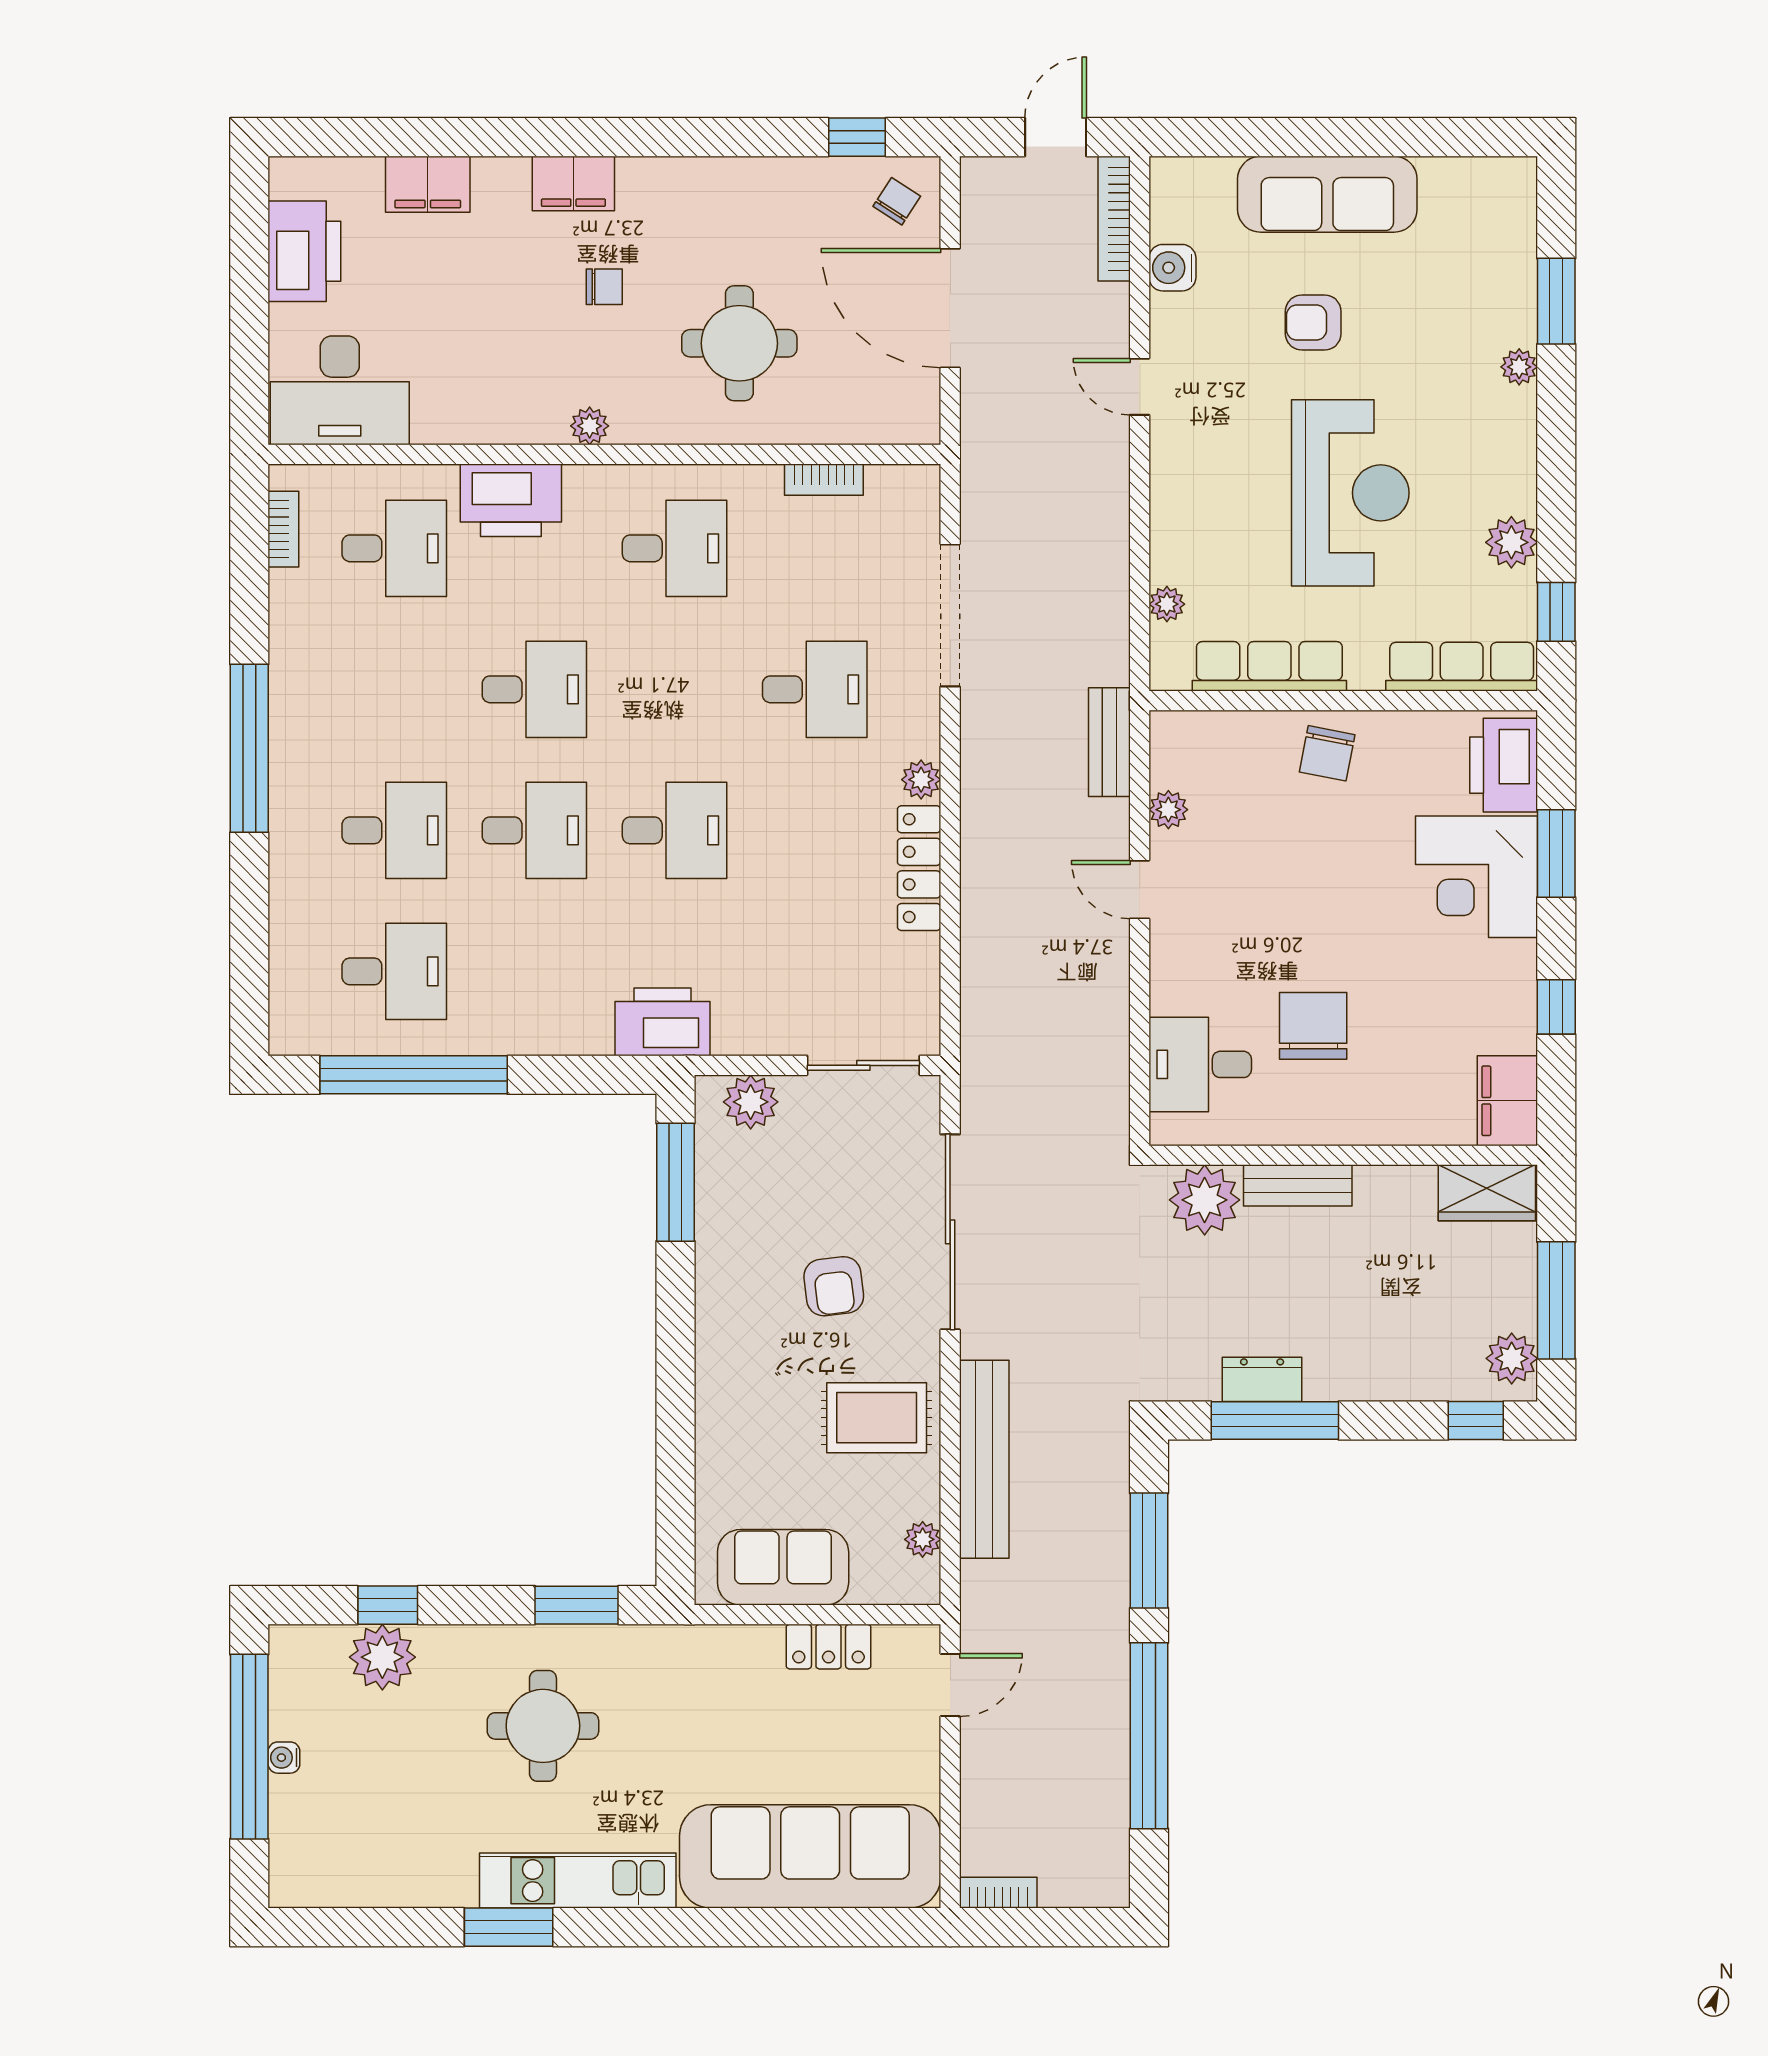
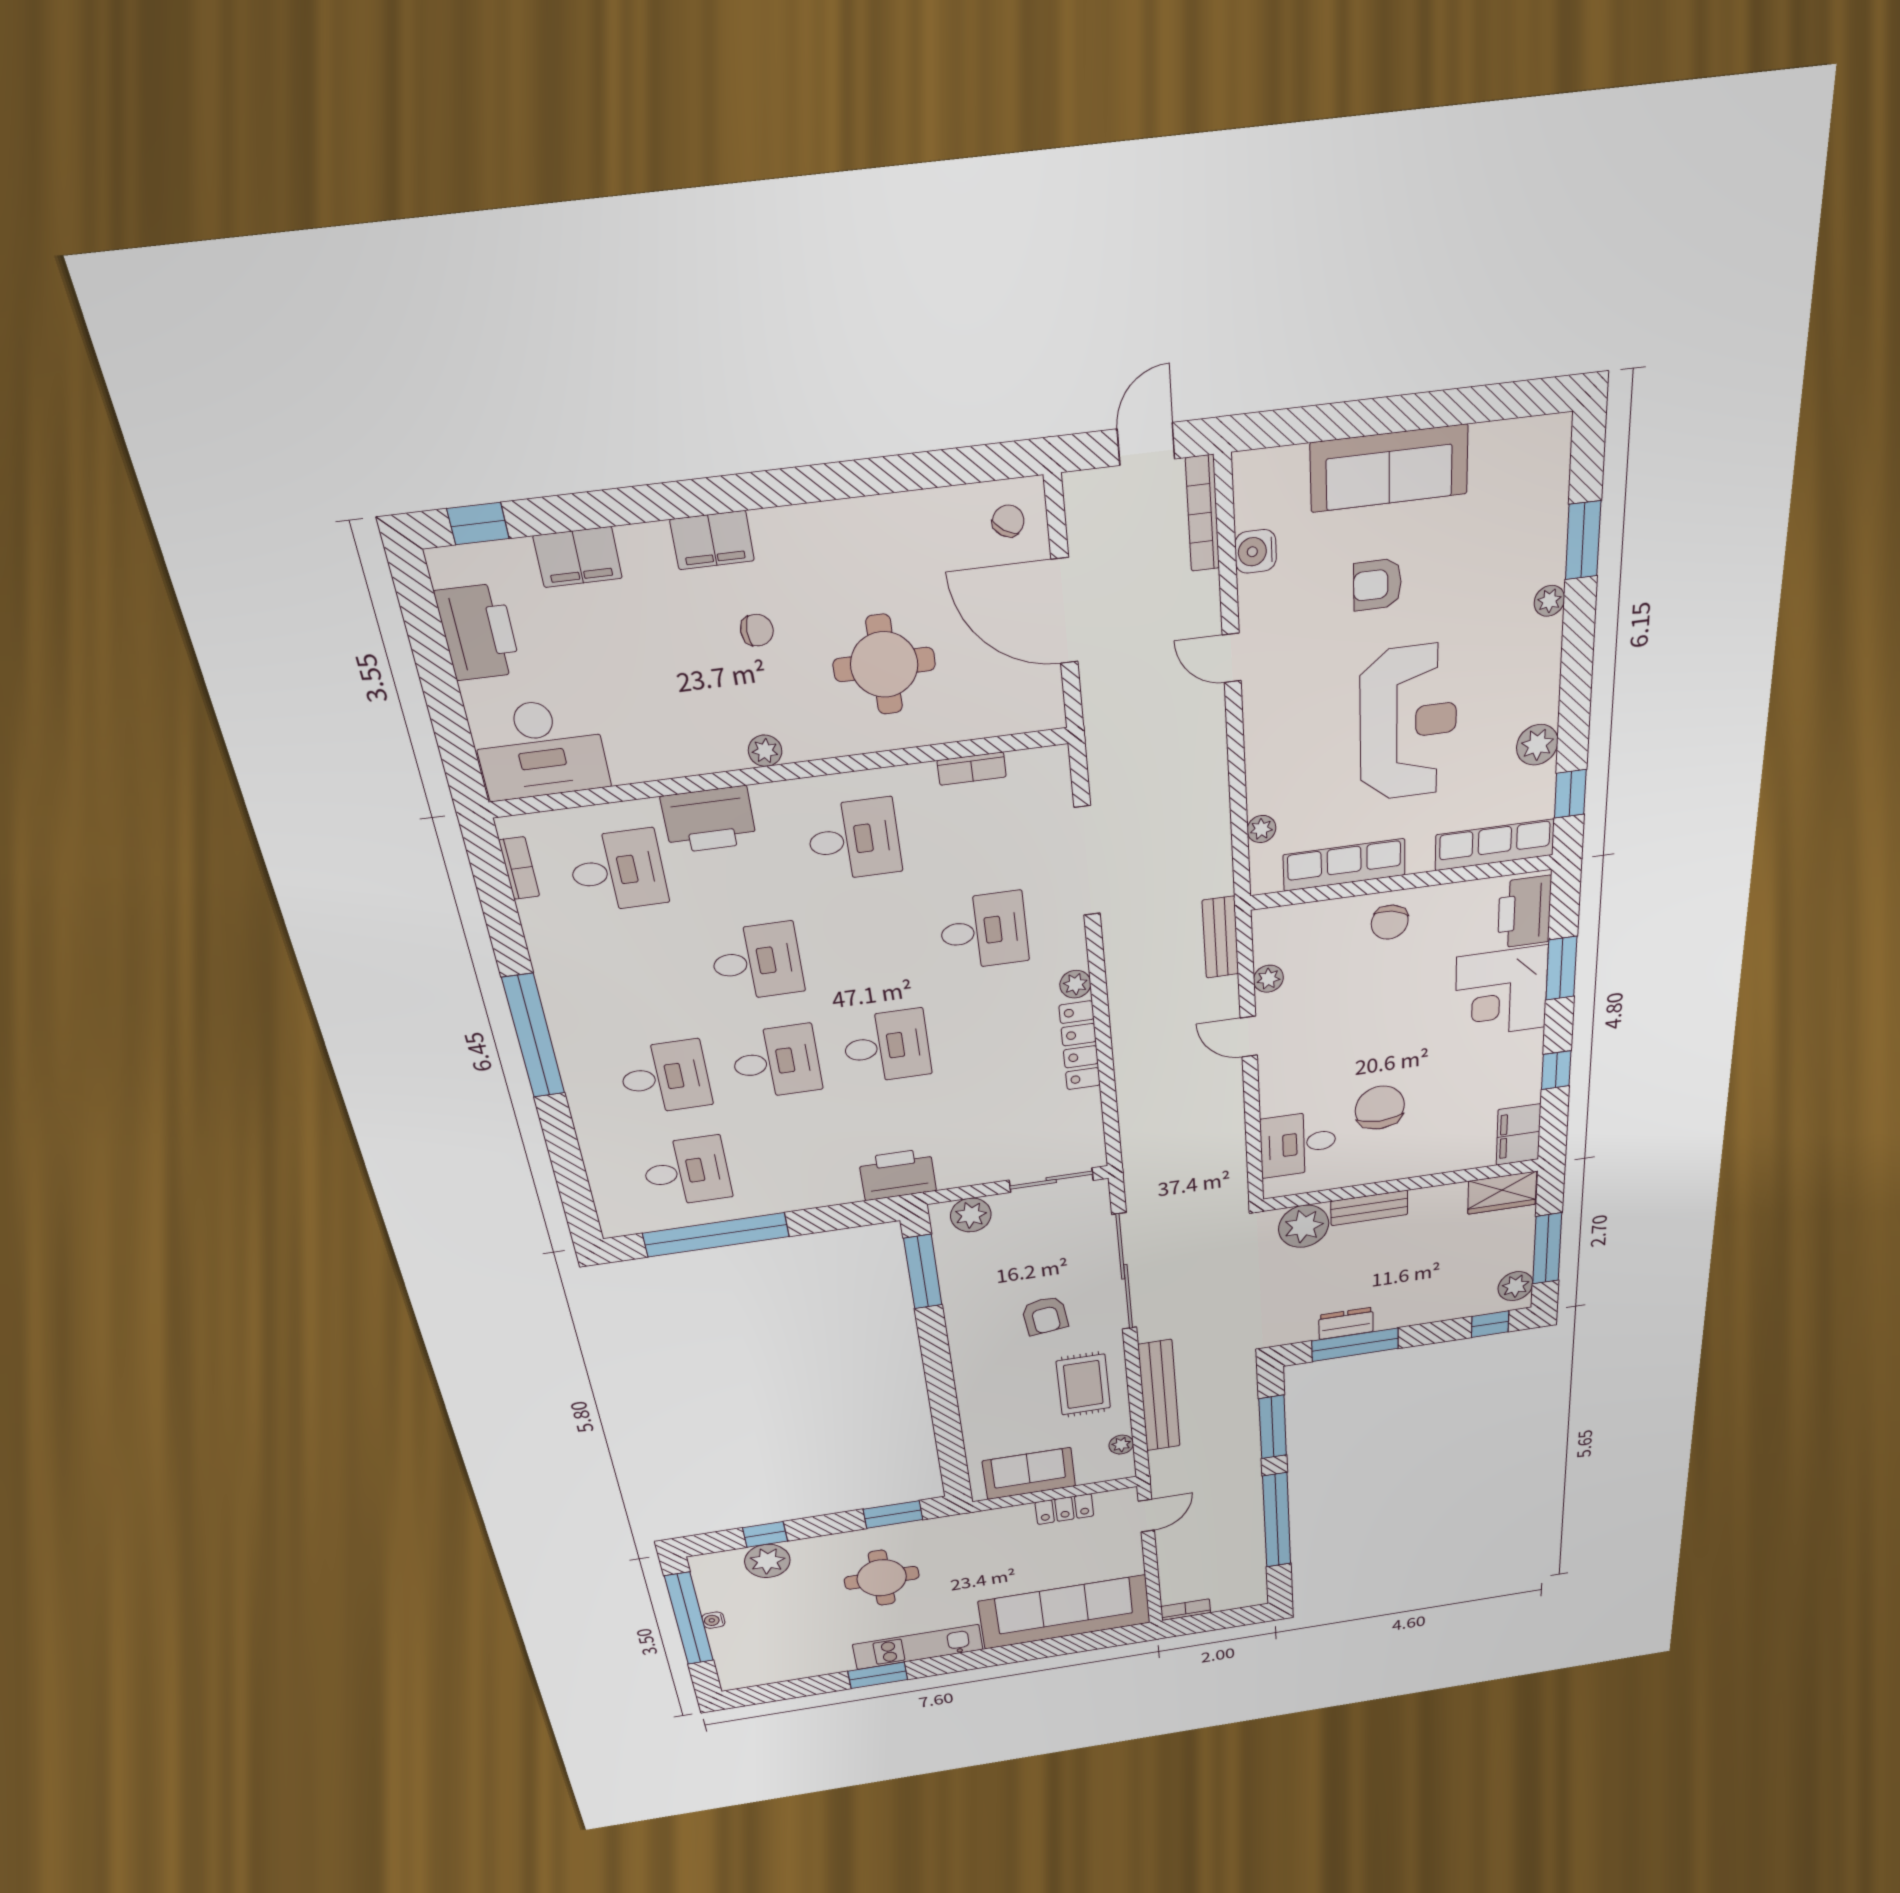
window: (857, 137) -> (478, 524), moved
rug: (877, 1418) -> (1083, 1385), turned 90

